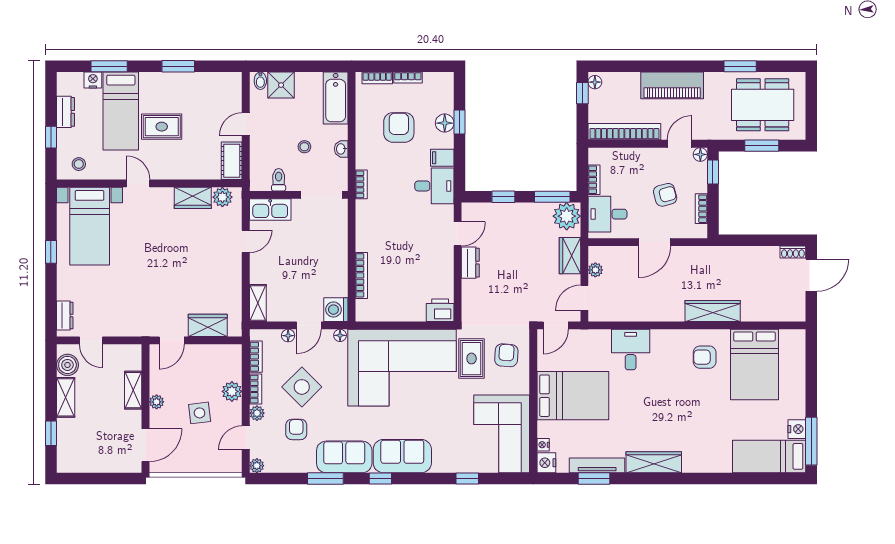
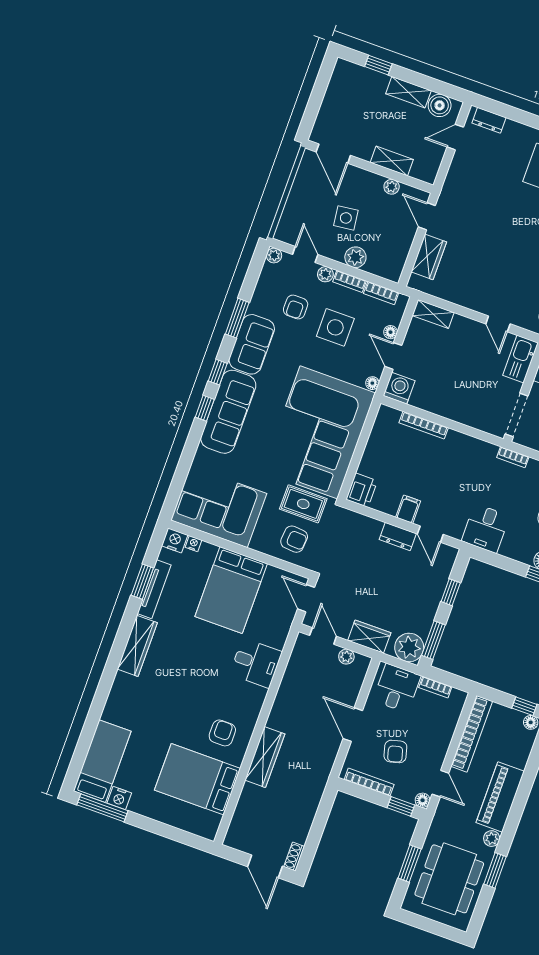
plant: (712, 80) -> (492, 839), added
filing cabinet: (442, 158) -> (408, 509), moved
bookcase: (701, 209) -> (369, 782), width x1.56
side table: (302, 387) -> (335, 327), turned 45
plant: (157, 402) -> (392, 187), moved
armchair: (296, 429) -> (296, 307), turned 90
sofa: (402, 456) -> (228, 412), width x1.36
window: (467, 479) -> (205, 408), moved

